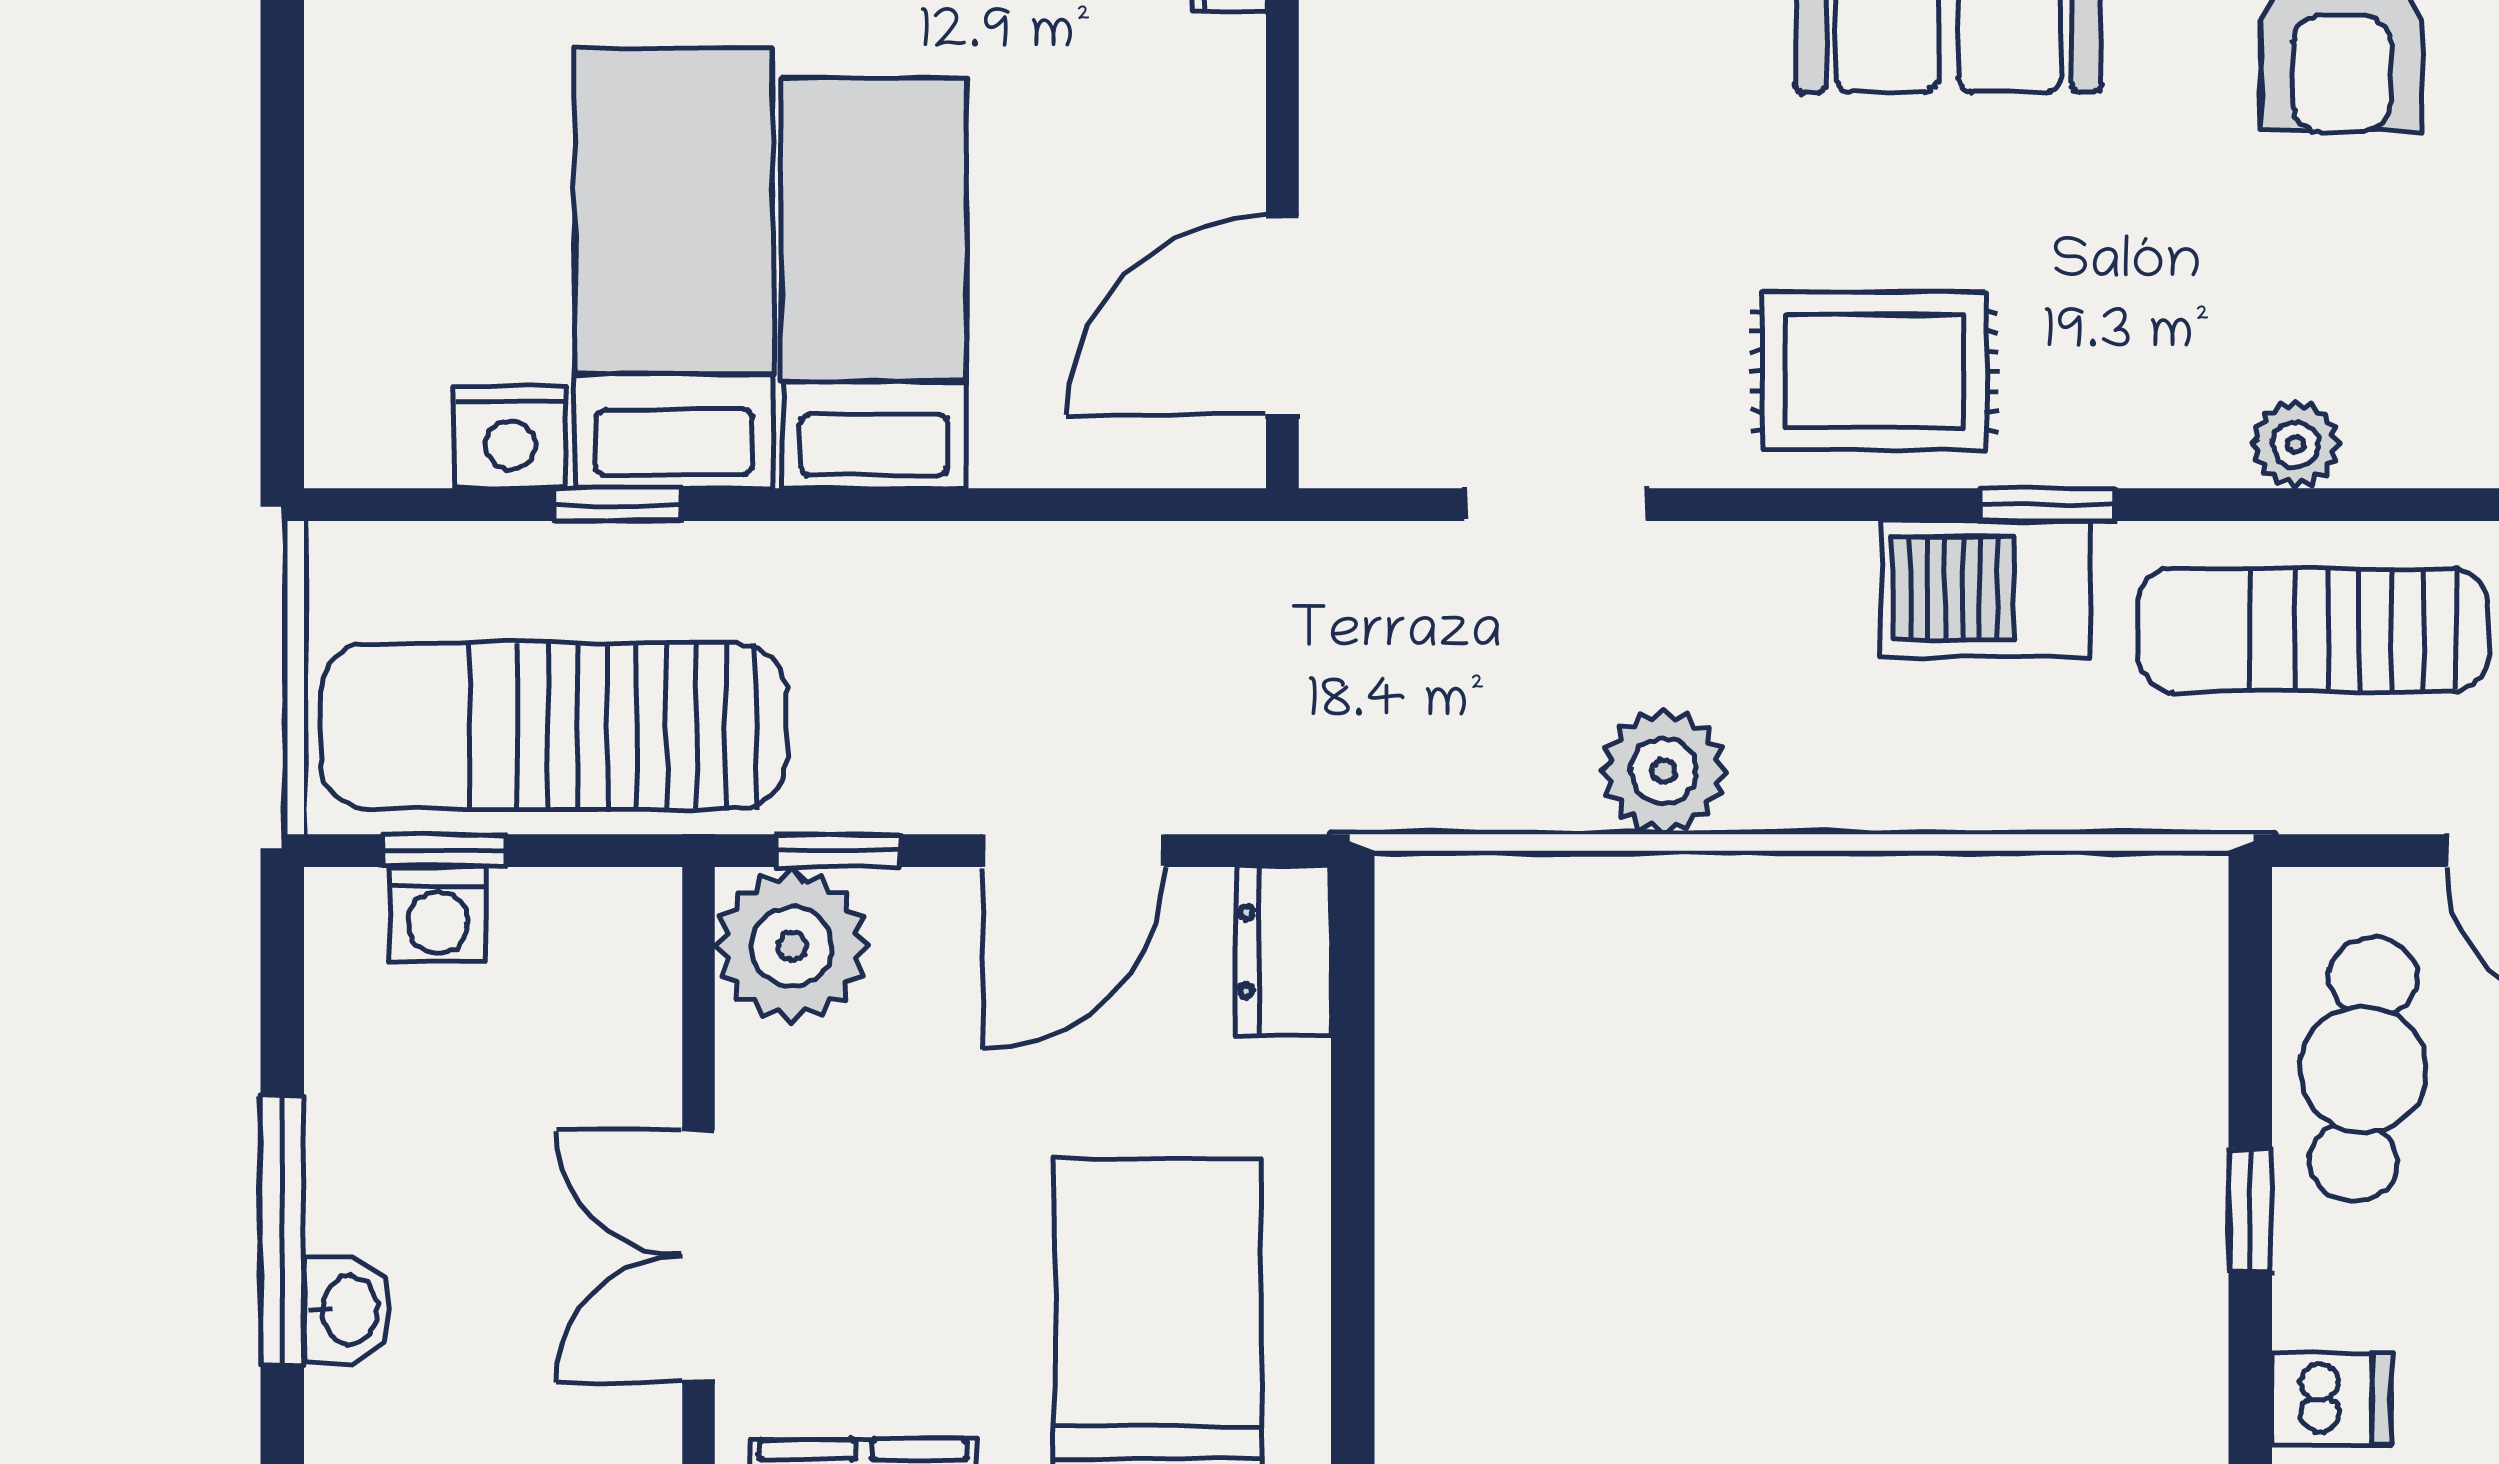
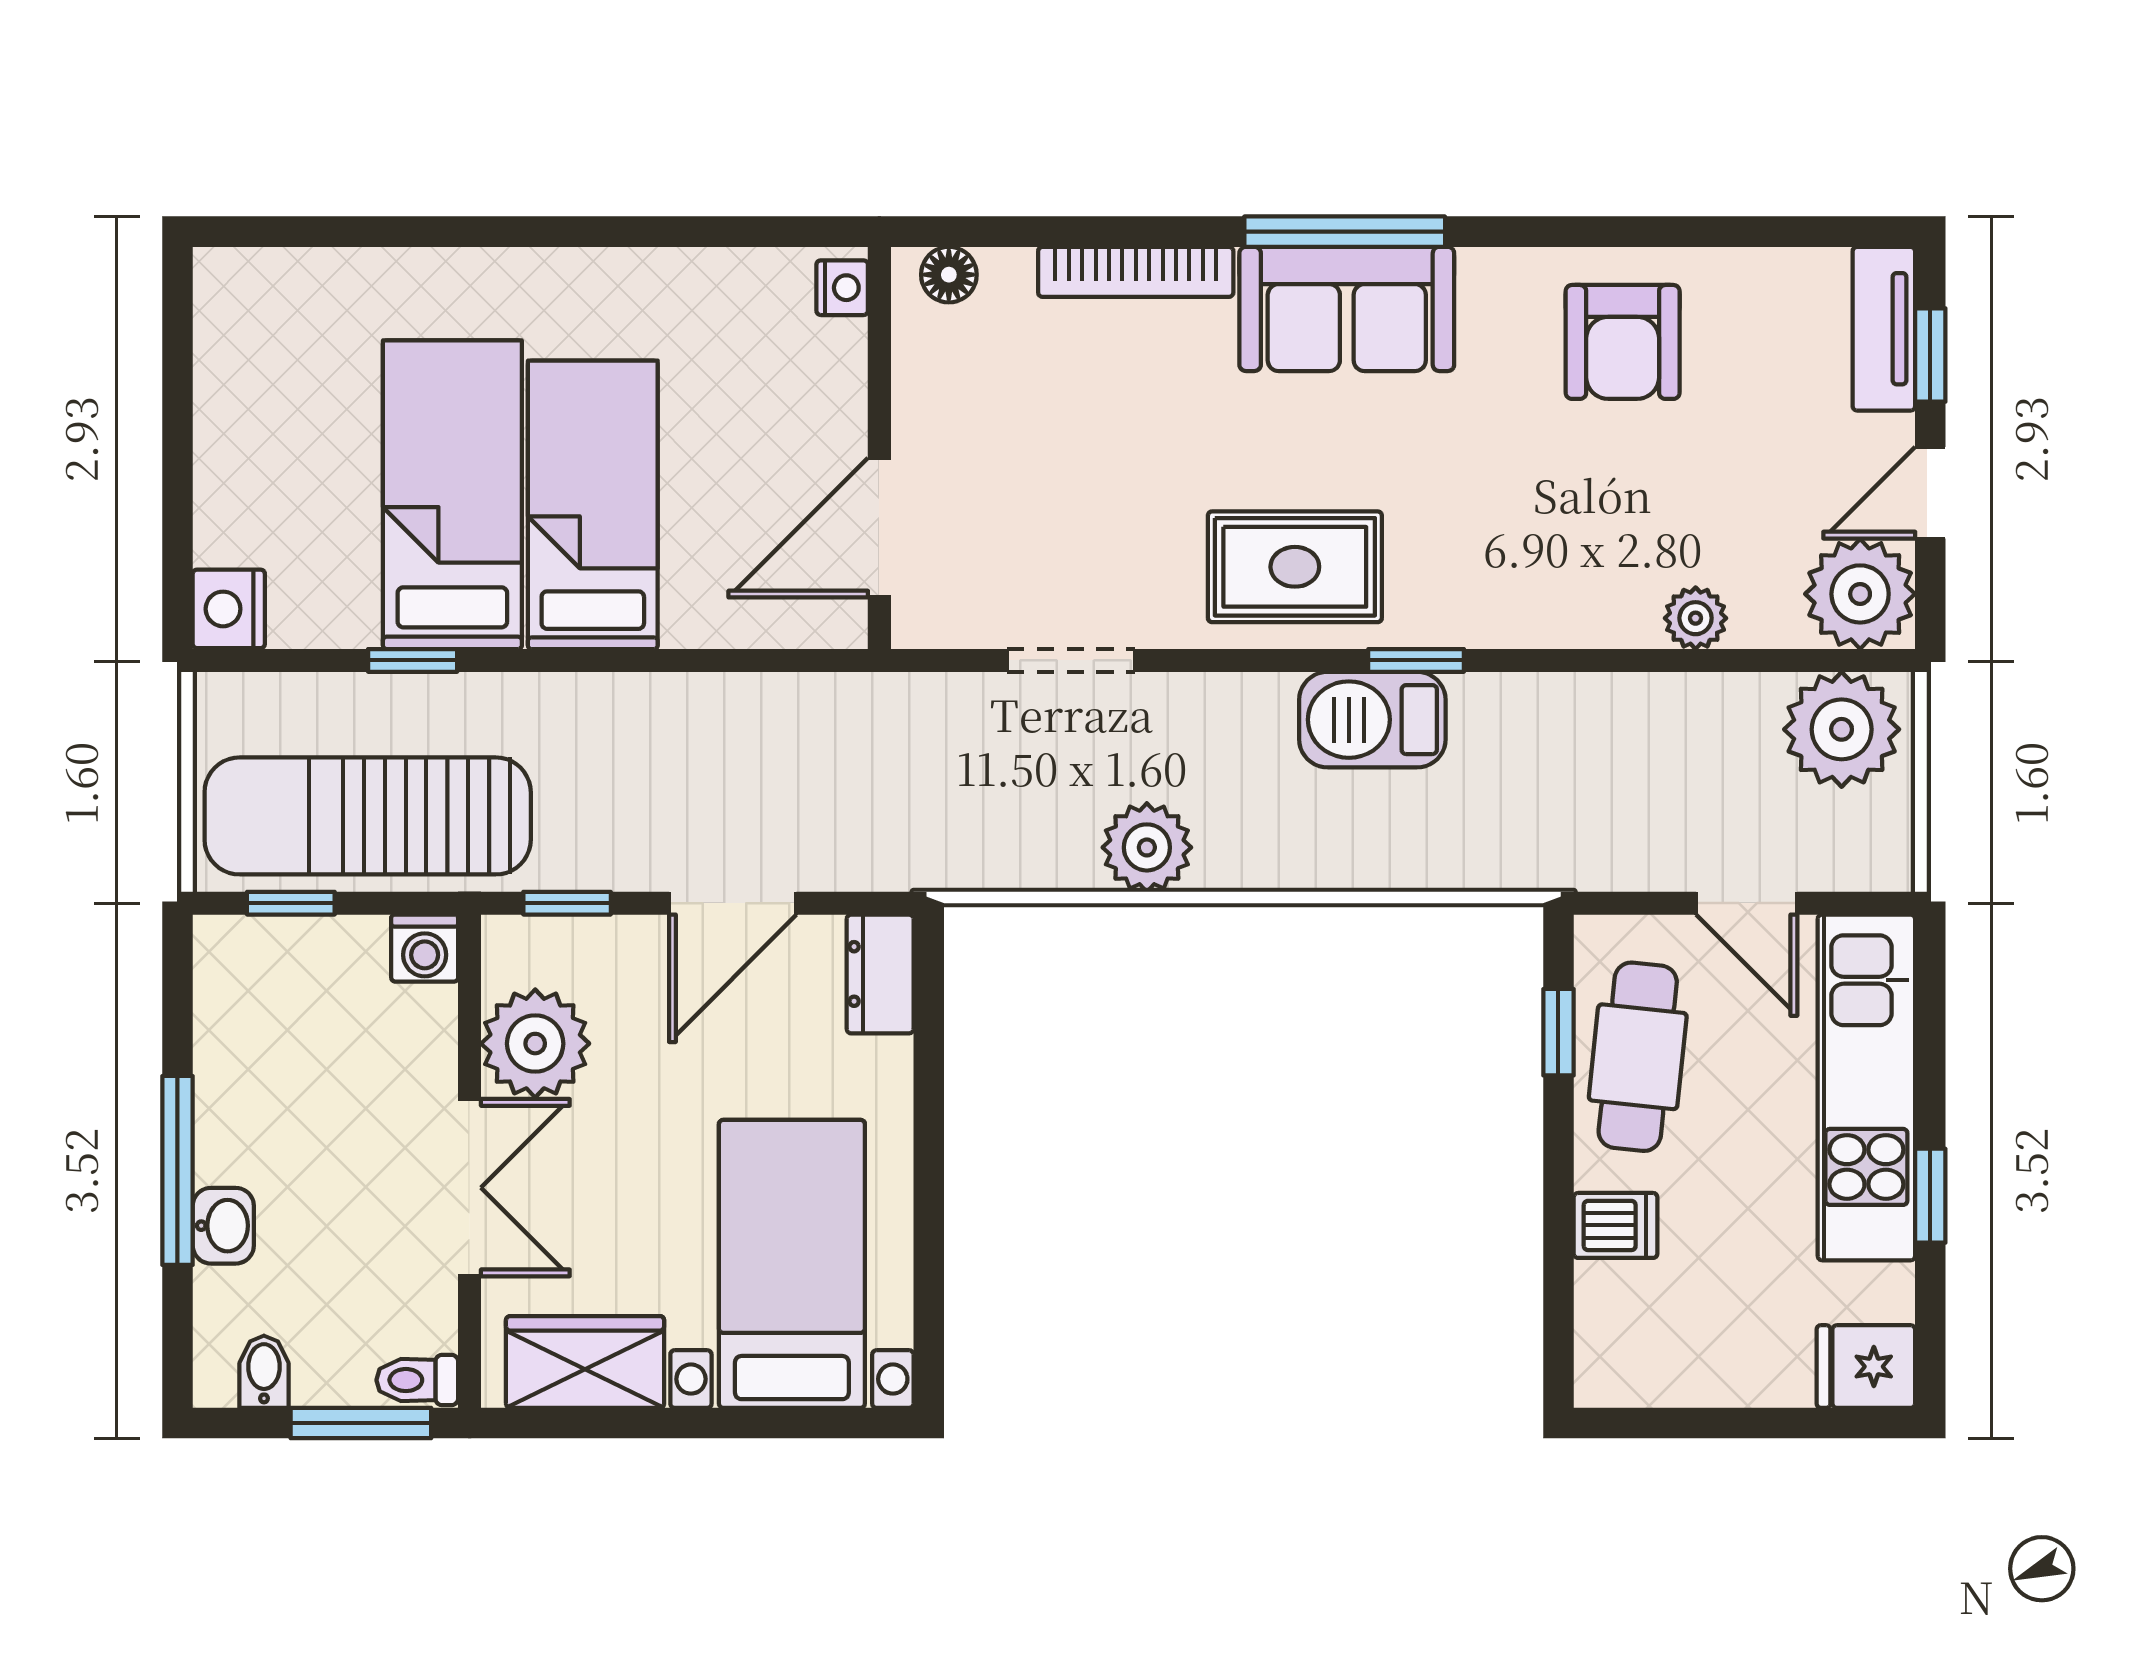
nightstand: (510, 437) -> (229, 609), moved, turned 90
plant: (2295, 444) -> (1696, 618), moved
sun lounger: (2313, 630) -> (1602, 748), removed
washing machine: (438, 915) -> (425, 948), moved
plant: (792, 946) -> (535, 1044), moved
window: (2250, 1210) -> (1558, 1032), moved
double door: (699, 1256) -> (470, 1188), swing flipped
dishwasher: (2332, 1399) -> (1616, 1225), moved

